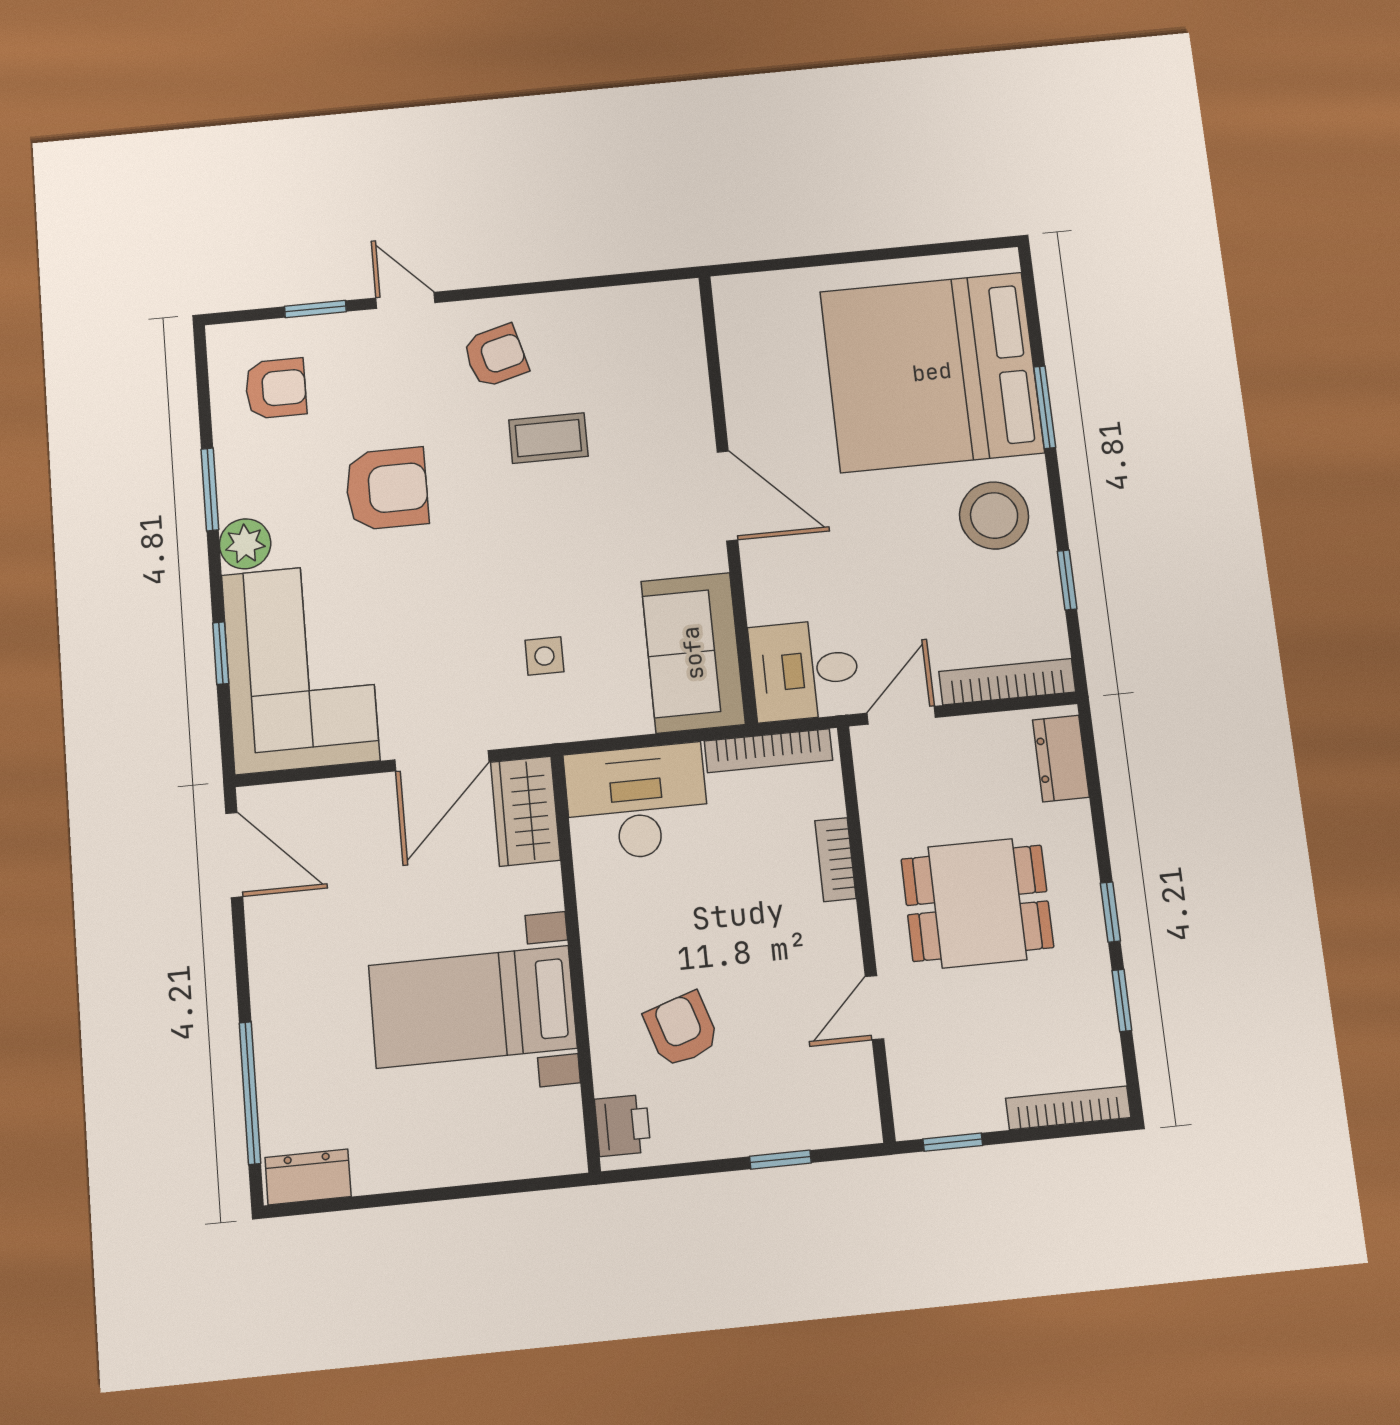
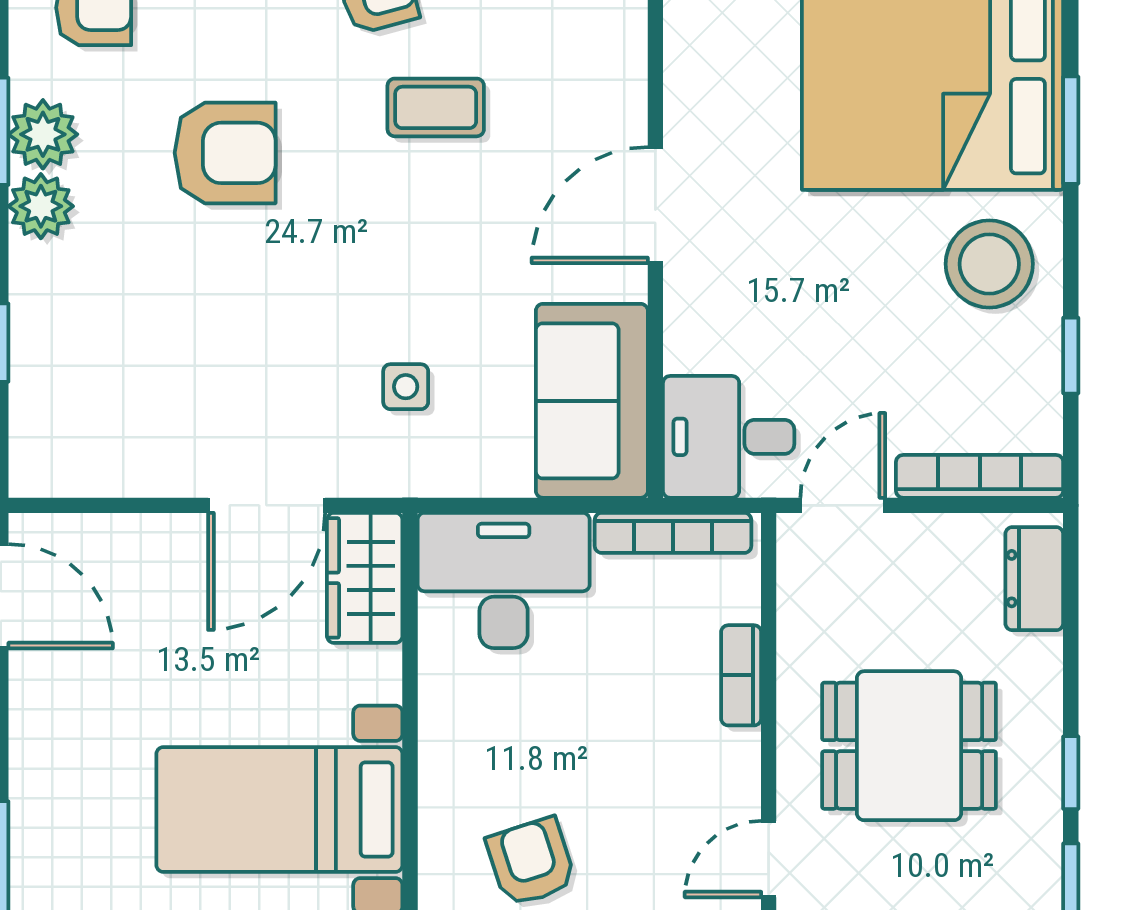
plant: (243, 488) -> (43, 134), added
door: (727, 496) -> (655, 205), swing flipped
corner sofa: (300, 667) -> (99, 371), removed

